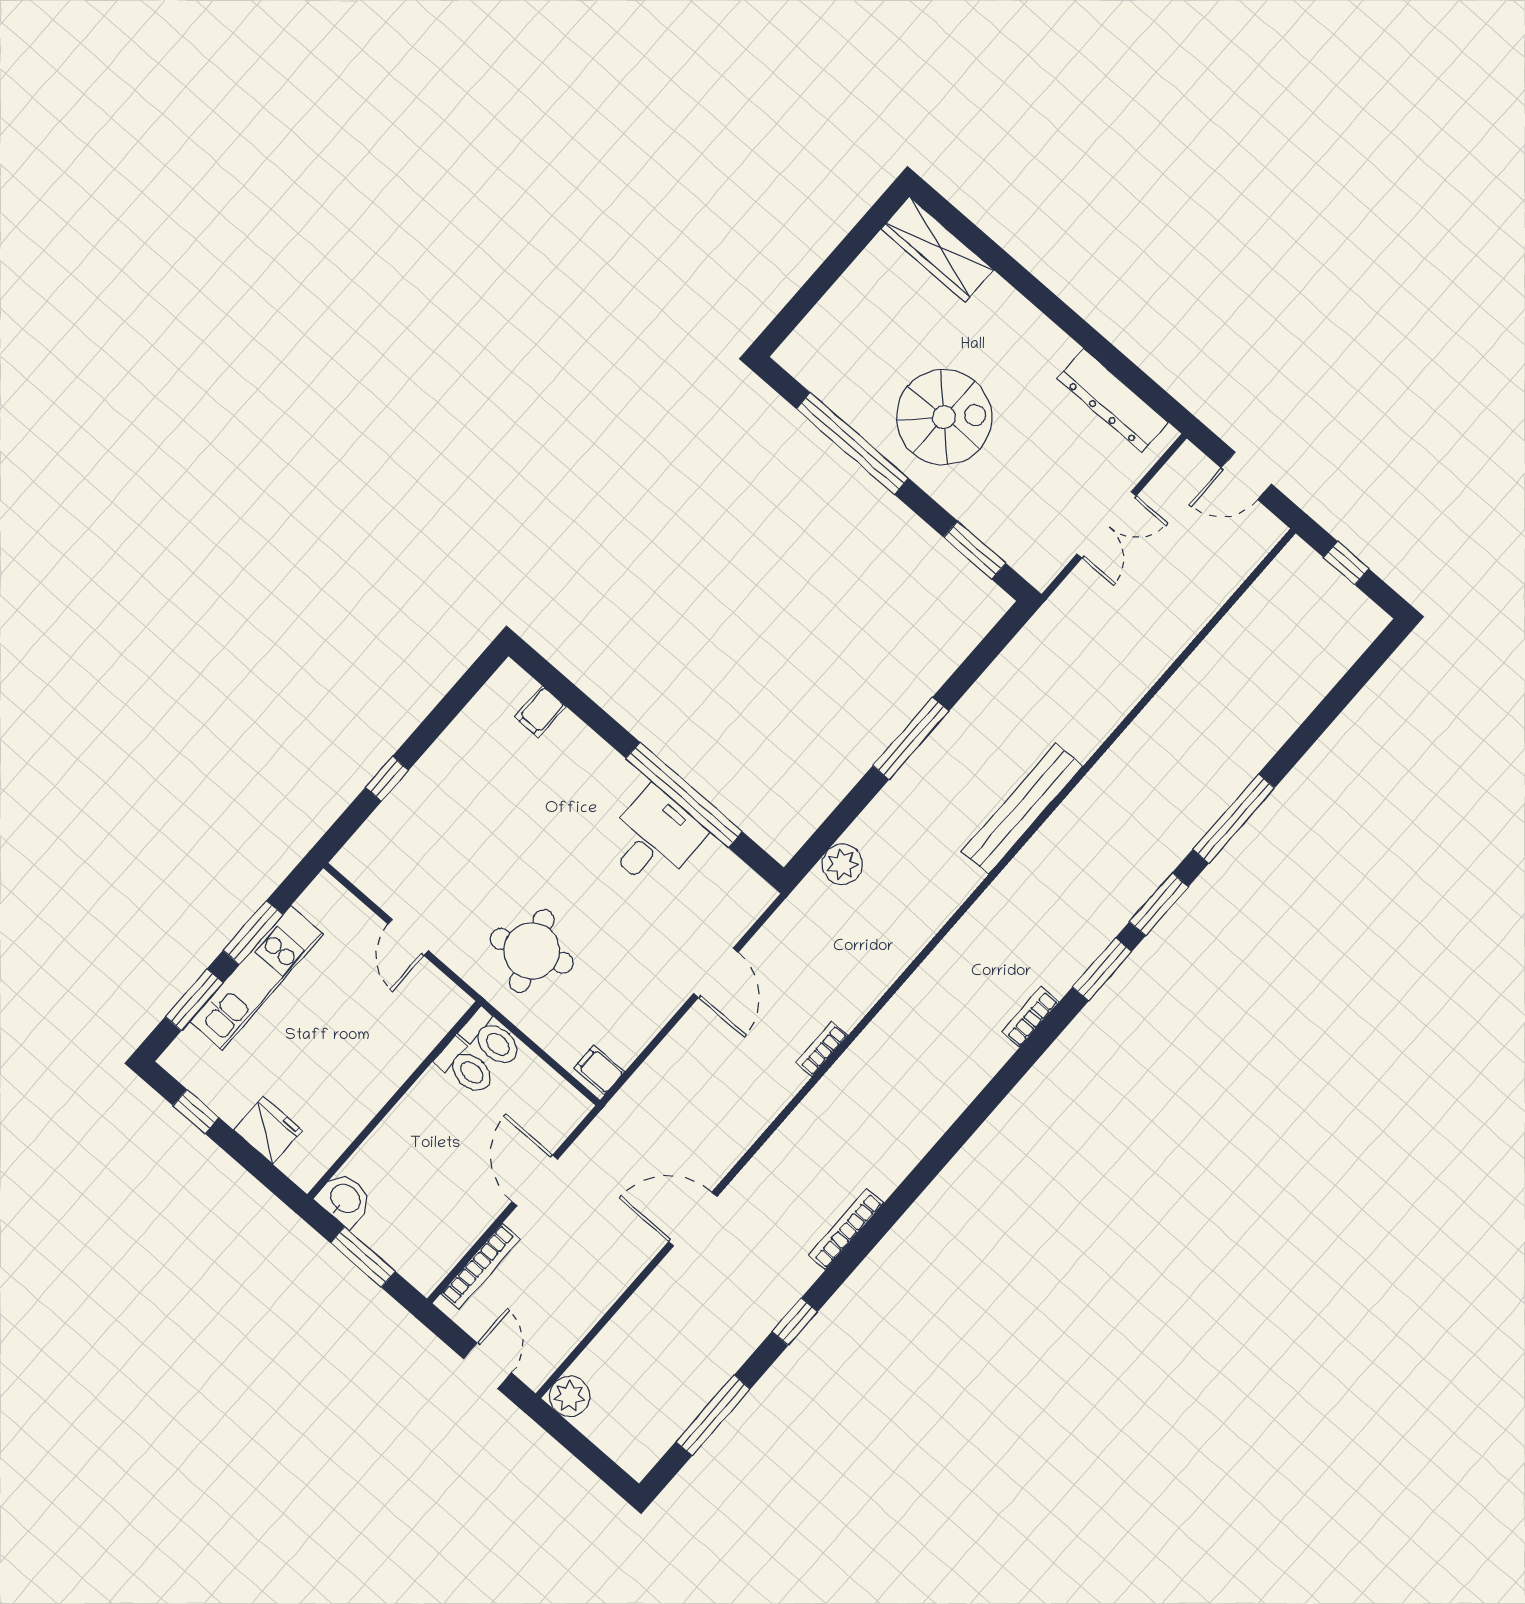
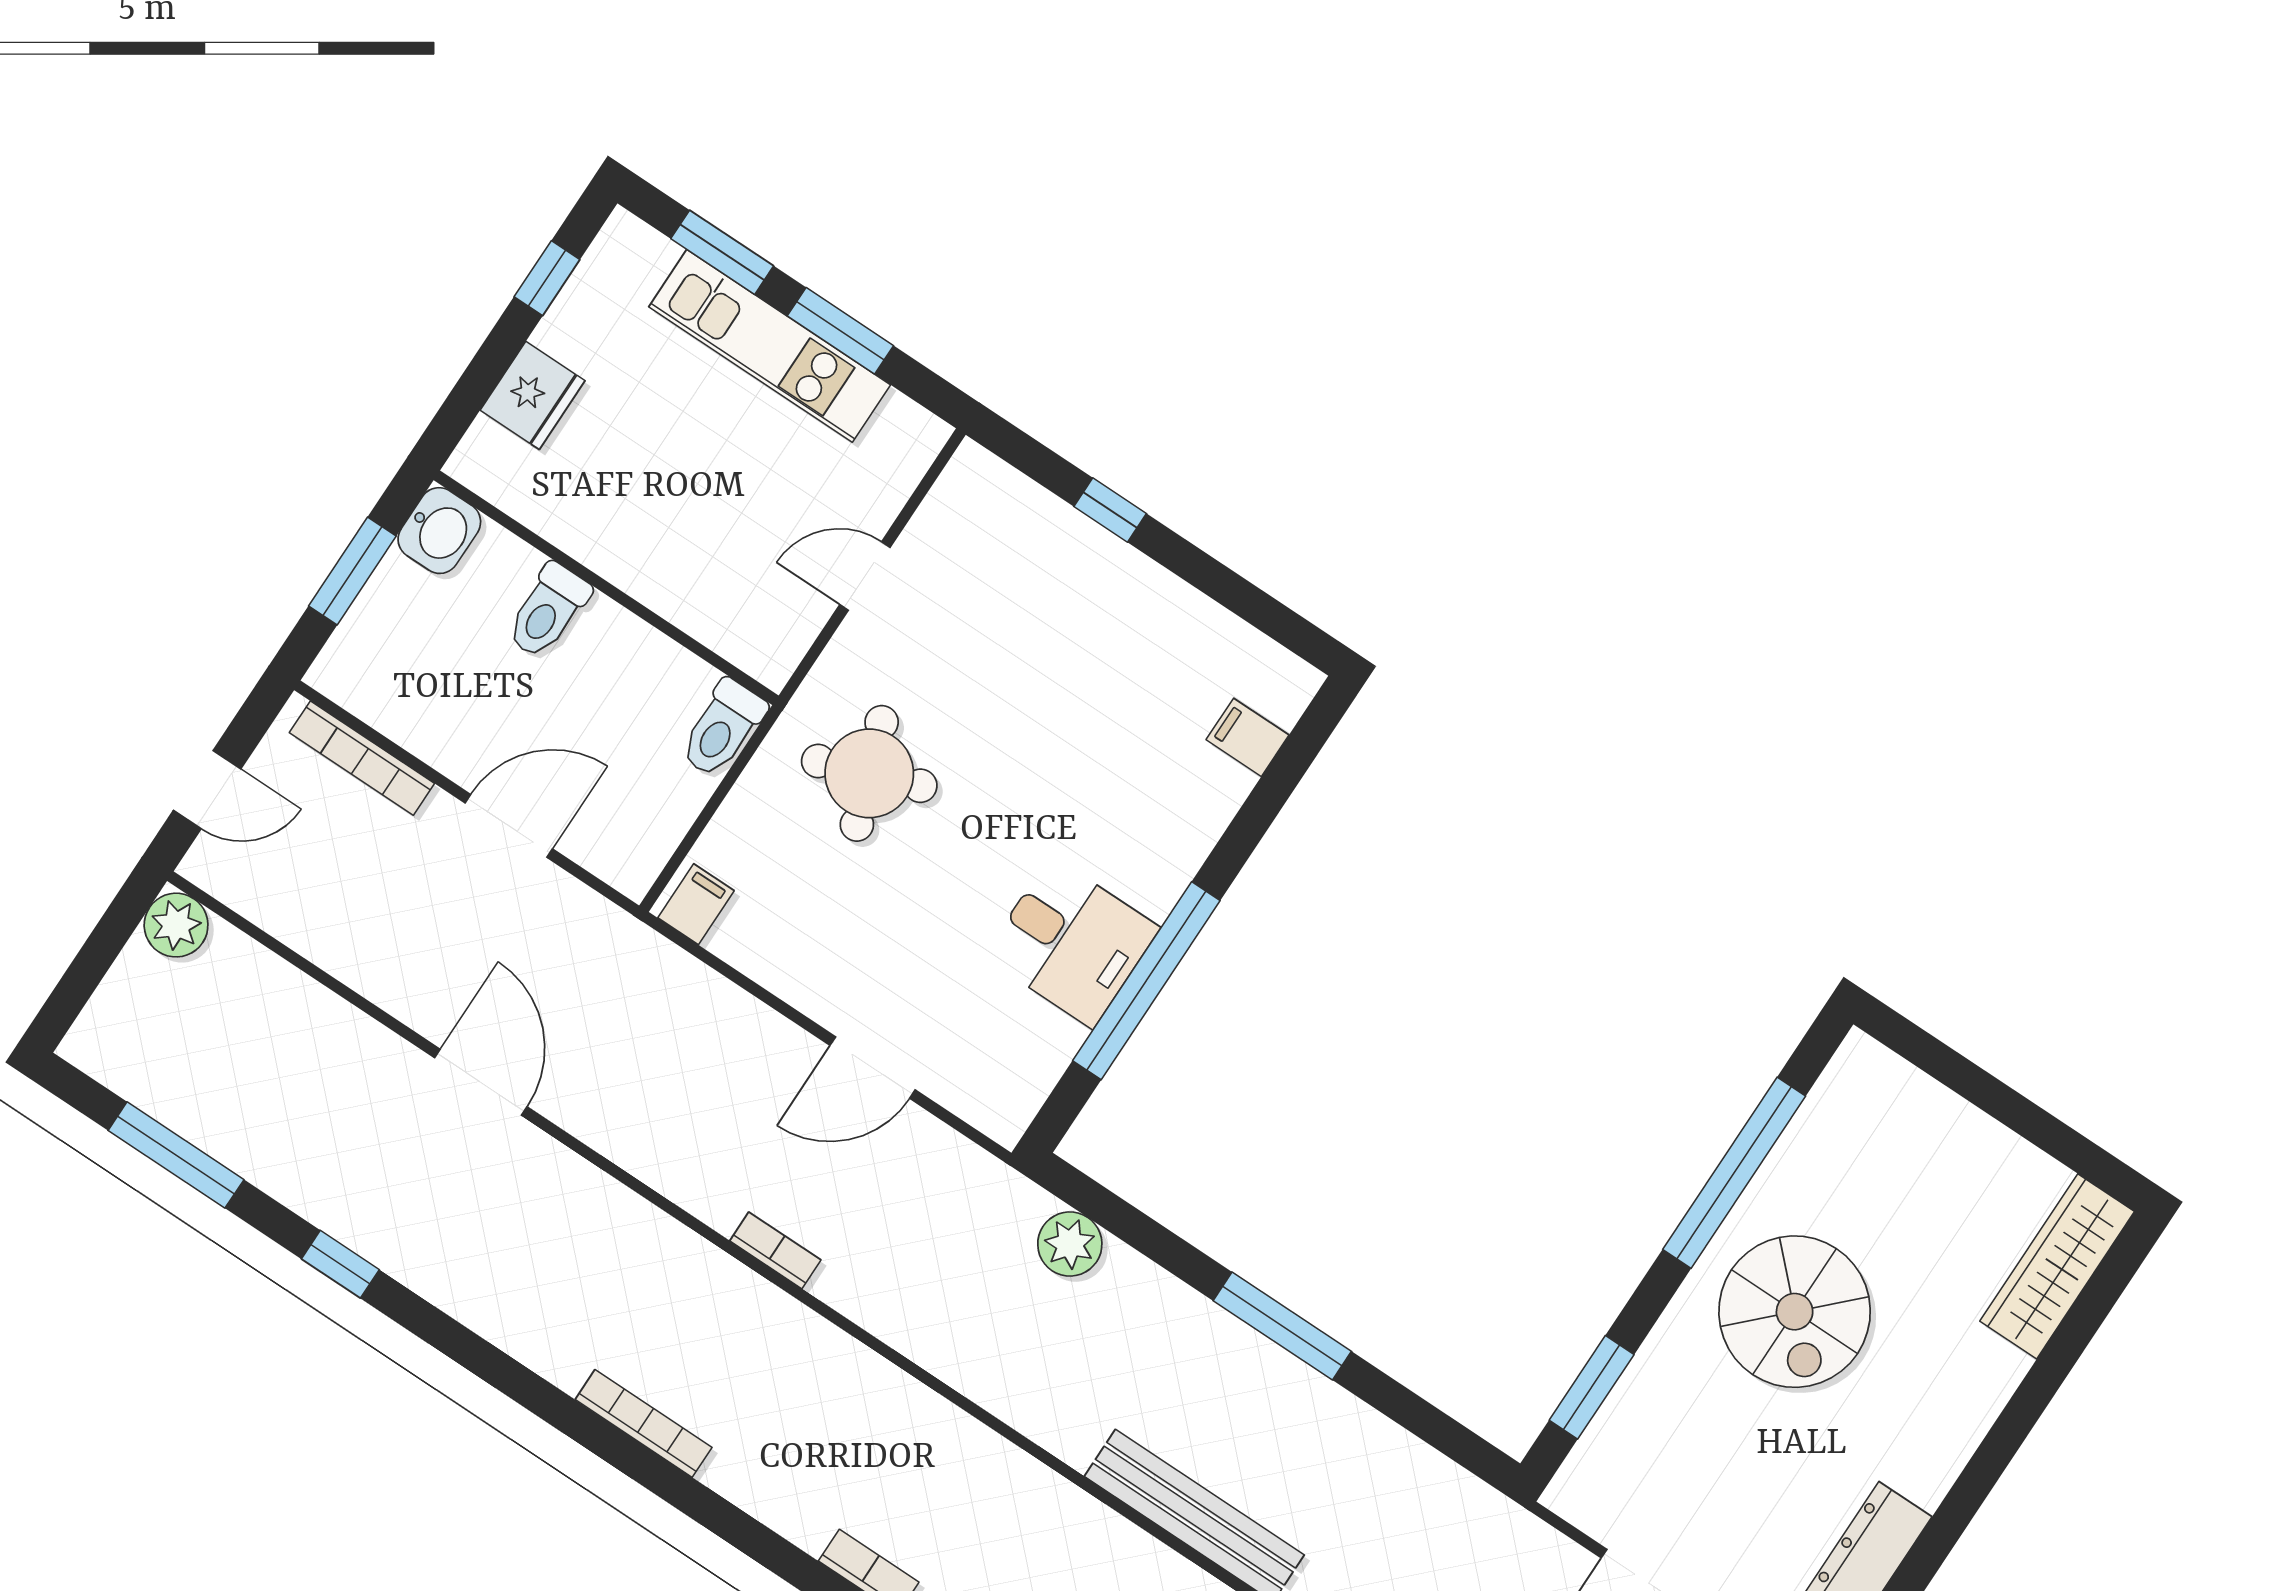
toilet: (466, 1067) -> (548, 611), moved
bookcase: (846, 1229) -> (644, 1423), moved

